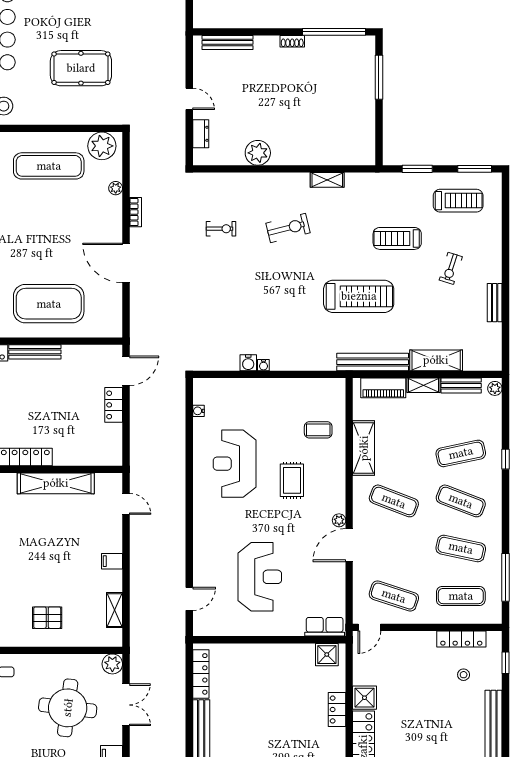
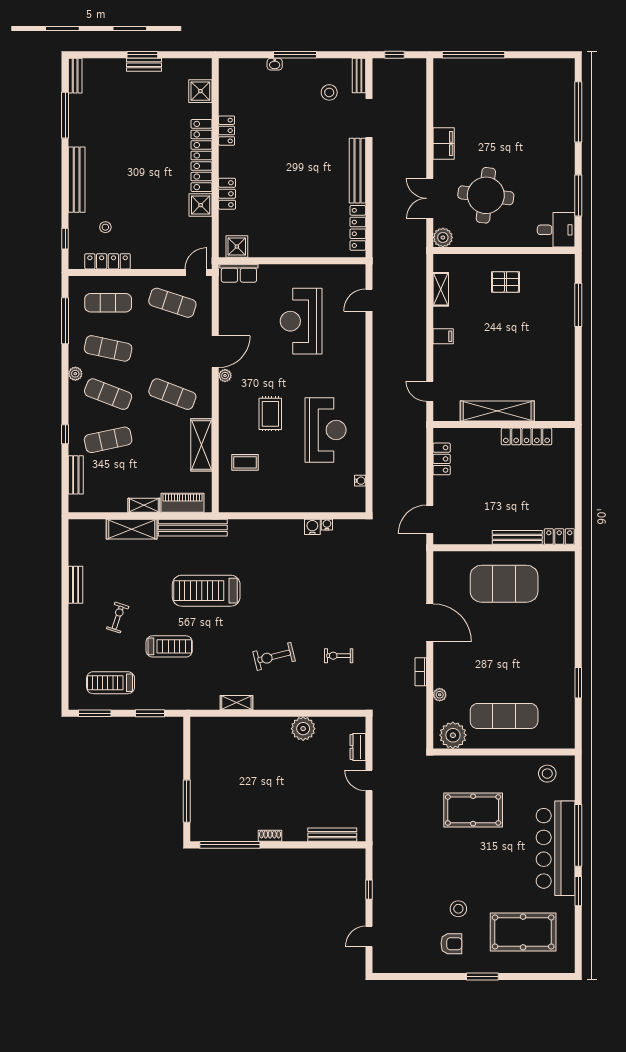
water cooler: (263, 365) -> (327, 525), moved
bench: (461, 386) -> (76, 475), moved, turned 90
plant: (495, 388) -> (75, 374), moved
locker: (114, 405) -> (442, 459), moved

